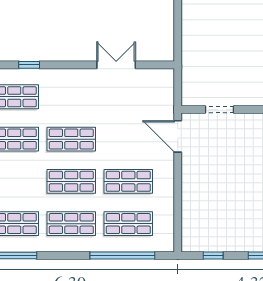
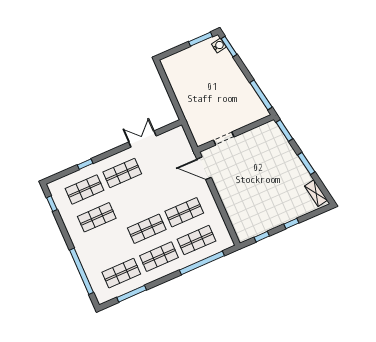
shop shelf: (71, 139) -> (122, 173), moved

